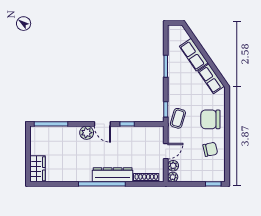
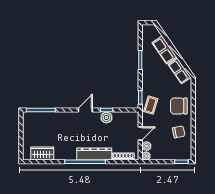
door: (102, 124) -> (85, 110), swing flipped
plant: (87, 133) -> (106, 118), moved
wardrobe: (38, 169) -> (42, 154), moved, turned -90

